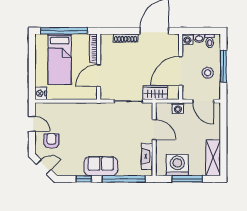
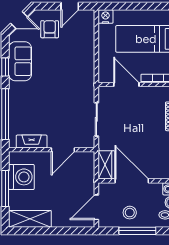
wardrobe: (155, 93) -> (106, 165), moved
washing machine: (178, 108) -> (88, 178), removed
armchair: (51, 141) -> (50, 29), turned -90
sofa: (101, 166) -> (20, 61), moved
door: (44, 167) -> (19, 20), hinge flipped

